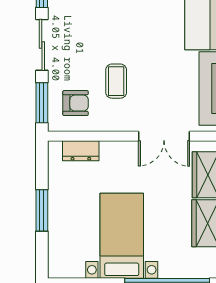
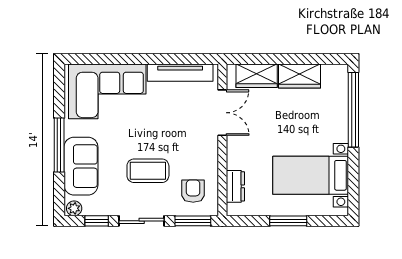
coffee table: (116, 81) -> (148, 171), moved, width x1.36, depth x1.30
bed with nightstands: (122, 236) -> (311, 175), moved

